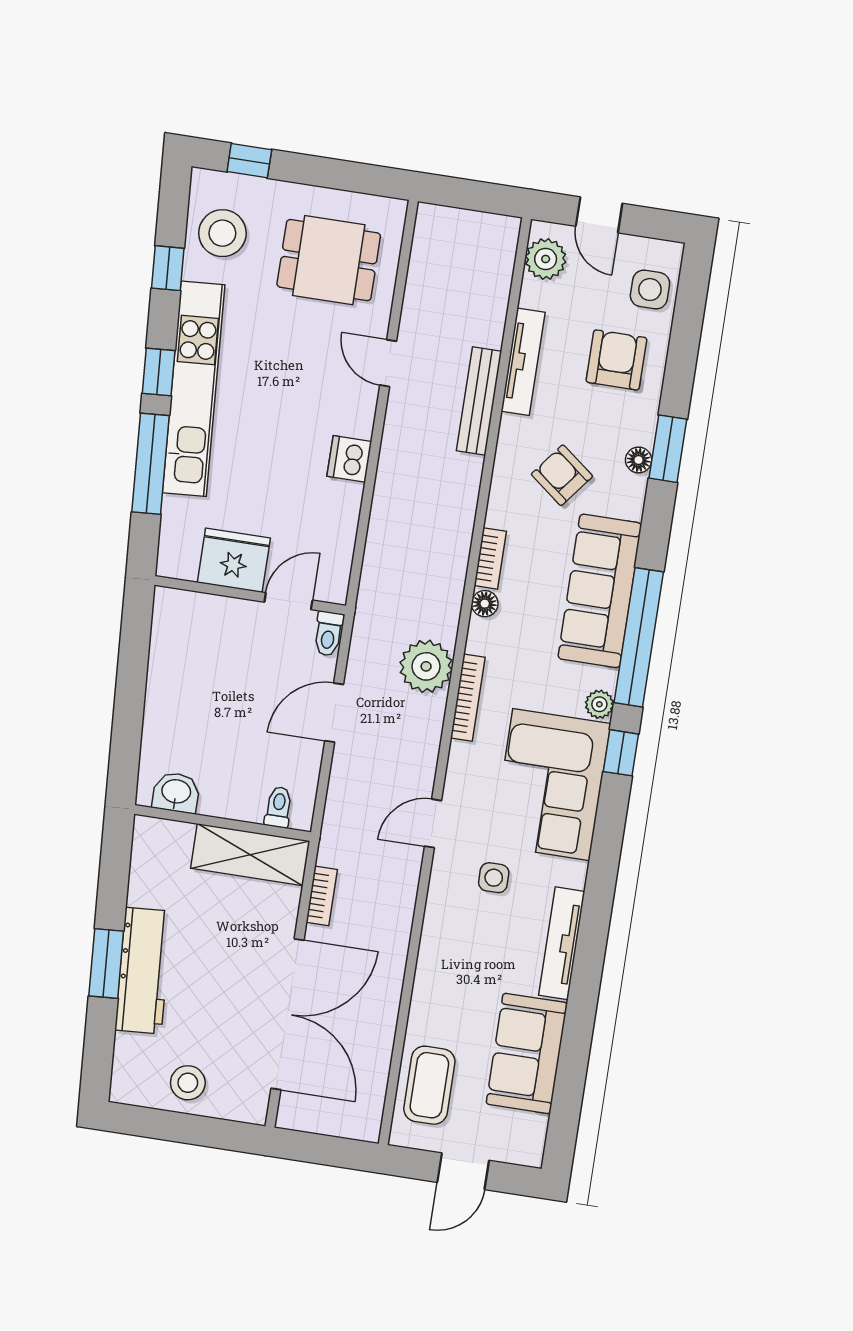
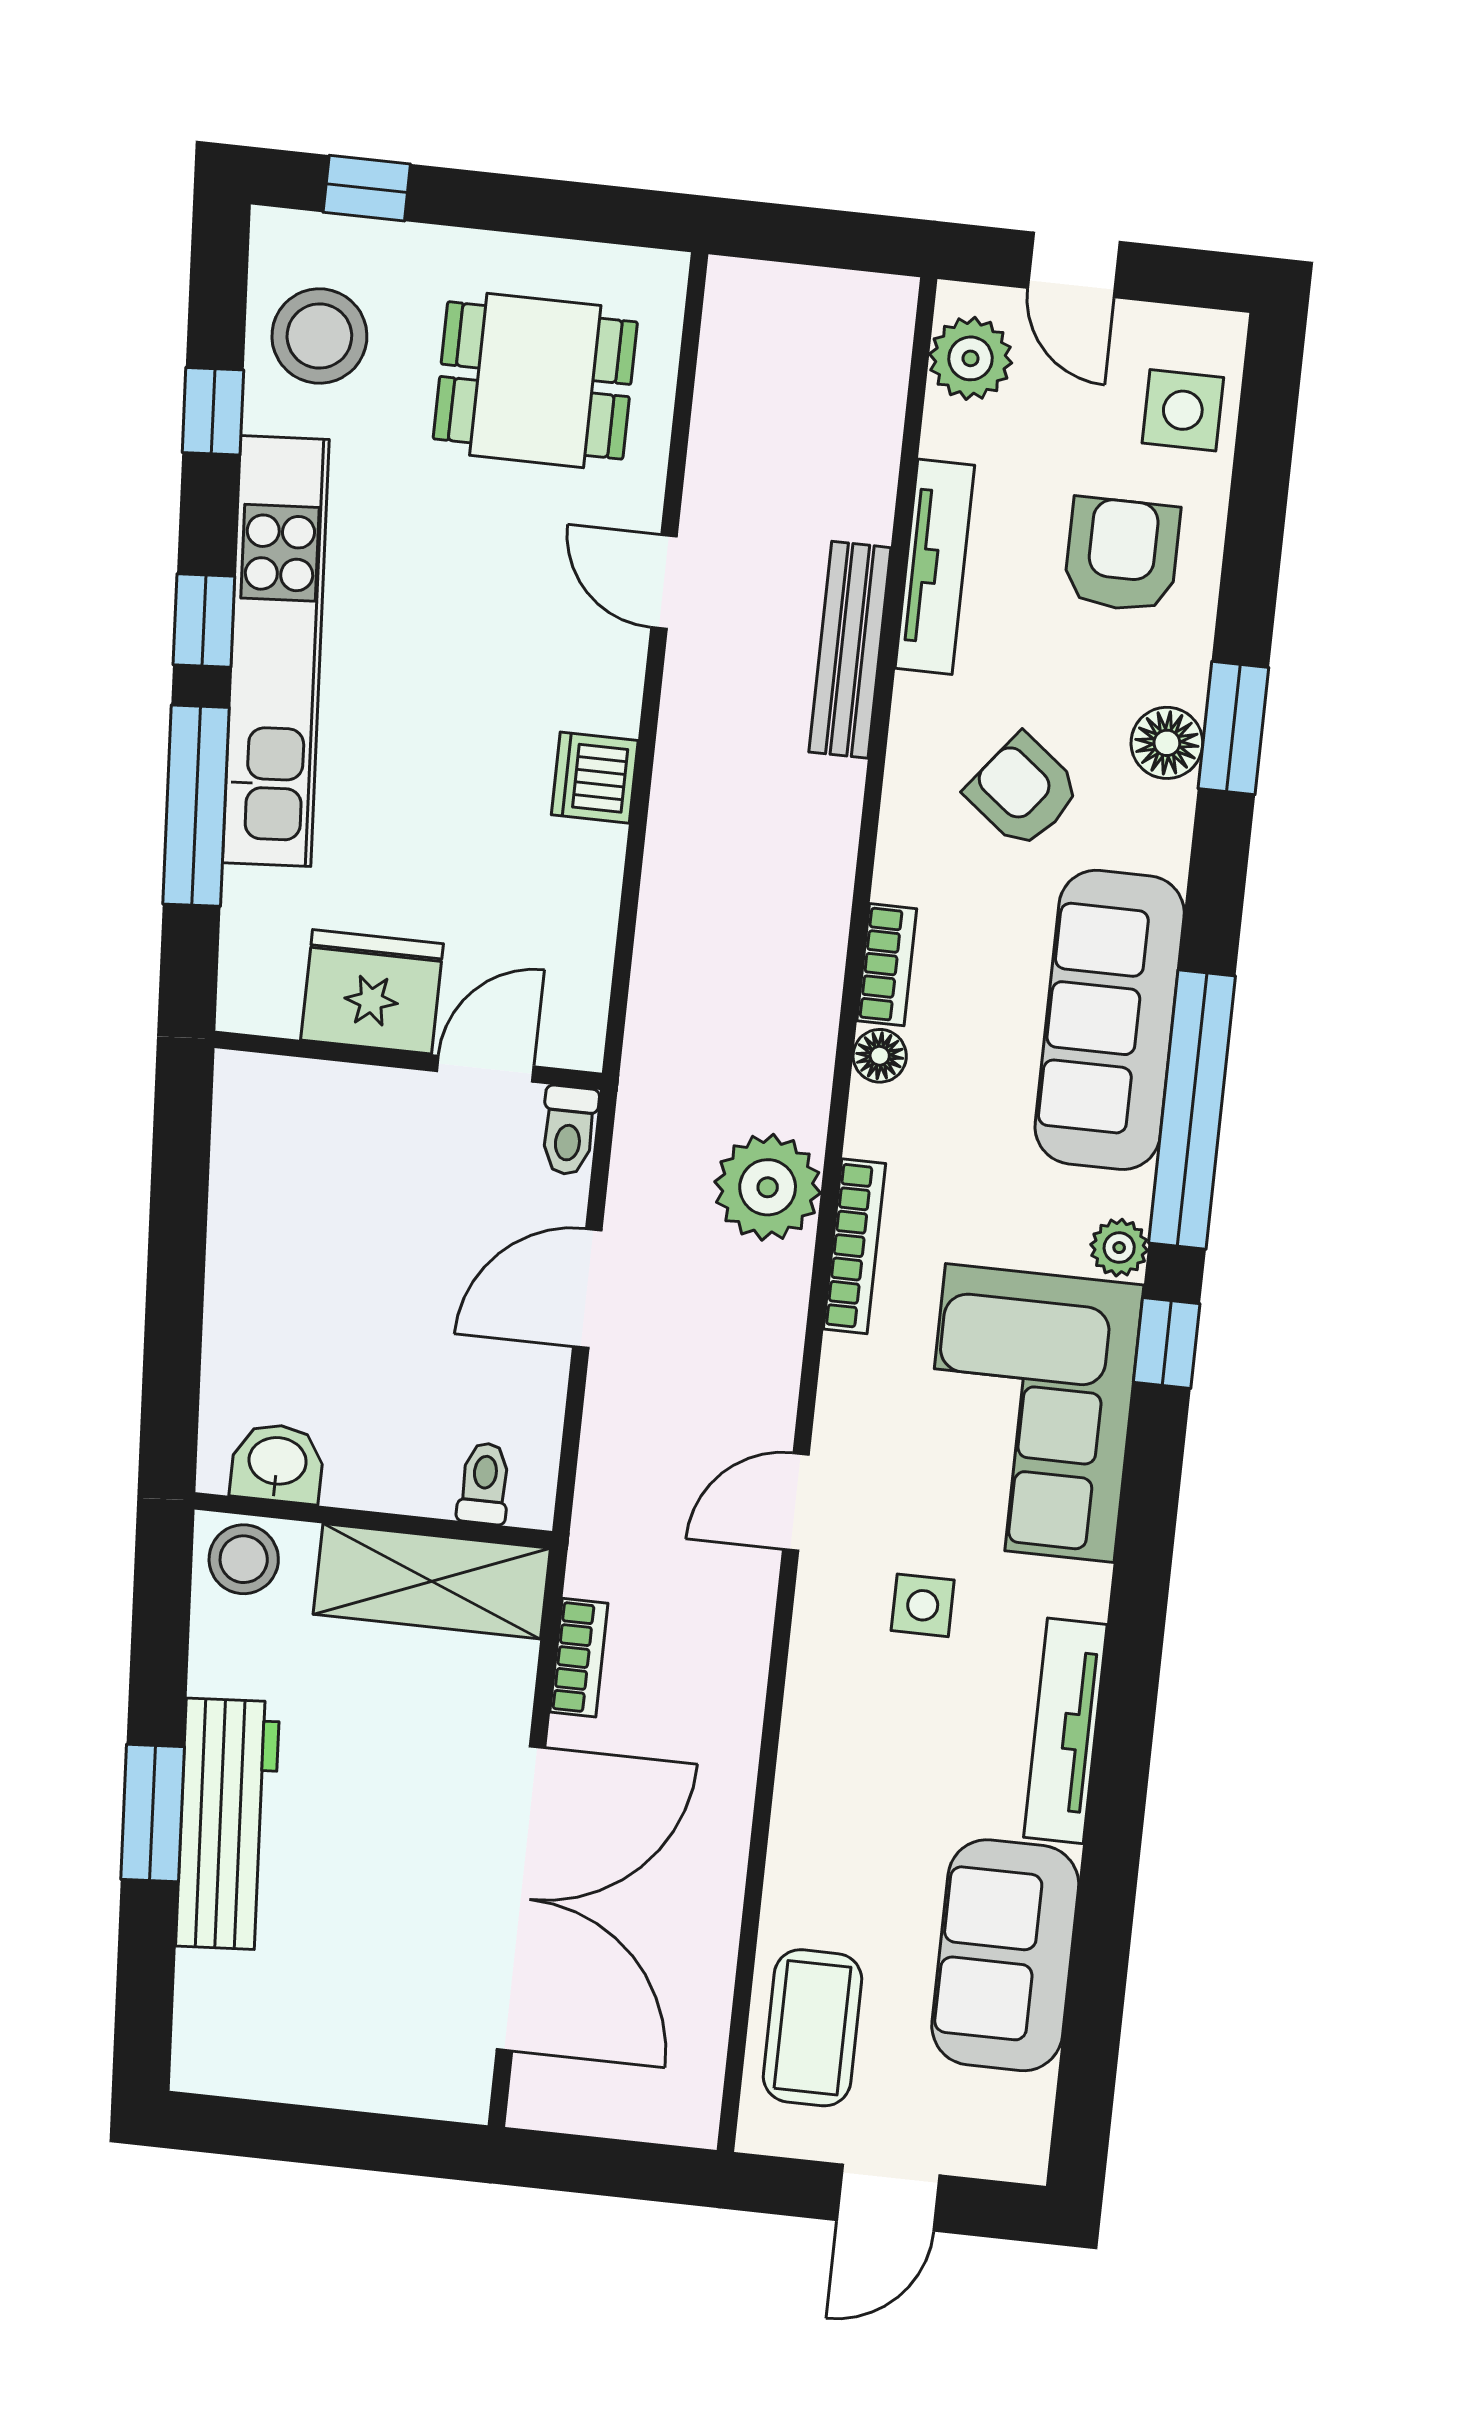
floor lamp: (639, 460) -> (1167, 743), width x1.37, depth x1.37
stool: (188, 1083) -> (244, 1559), moved

